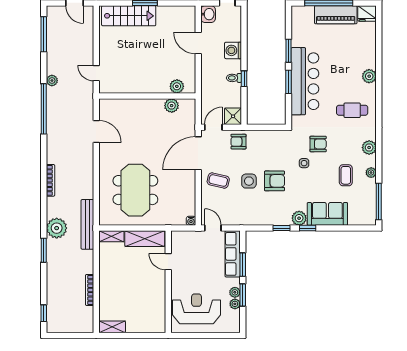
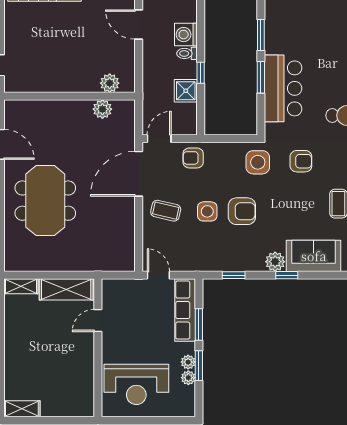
toilet: (234, 78) -> (187, 53), moved
bar counter: (305, 81) -> (283, 88), width x0.73
shower: (233, 116) -> (186, 91), moved
side table: (304, 163) -> (258, 162), moved, width x1.87, depth x1.87
meeting table: (135, 190) -> (45, 201), moved
water cooler: (191, 221) -> (129, 265), removed
window: (282, 228) -> (234, 275), moved
door: (168, 262) -> (98, 321), hinge flipped
reception desk: (197, 309) -> (136, 384), turned 180

